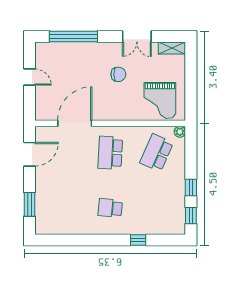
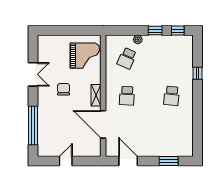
shelving: (172, 48) -> (96, 95), moved
plant: (180, 132) -> (138, 40), moved
school desk: (110, 153) -> (127, 96), width x0.54
school desk: (157, 153) -> (127, 58), width x0.54

